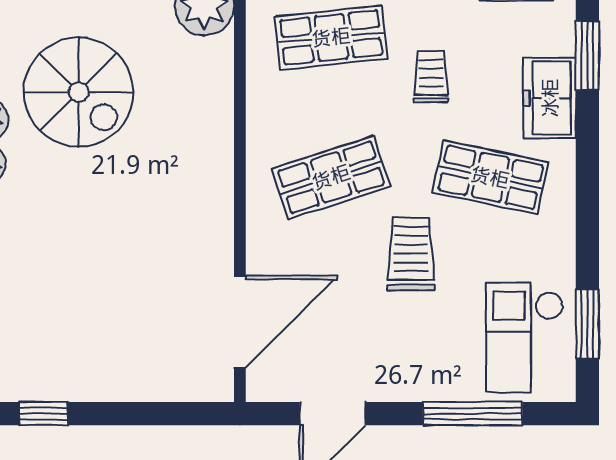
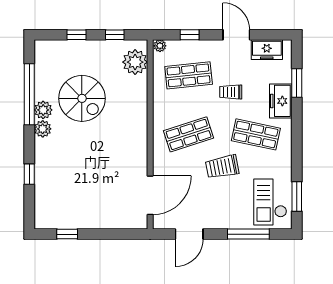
trolley: (431, 77) -> (231, 92), turned -90
trolley: (411, 254) -> (222, 167), turned -101

